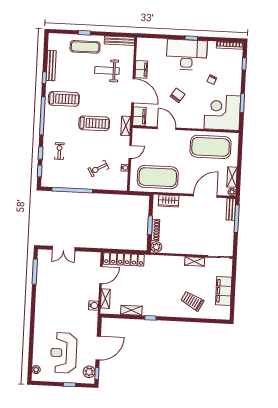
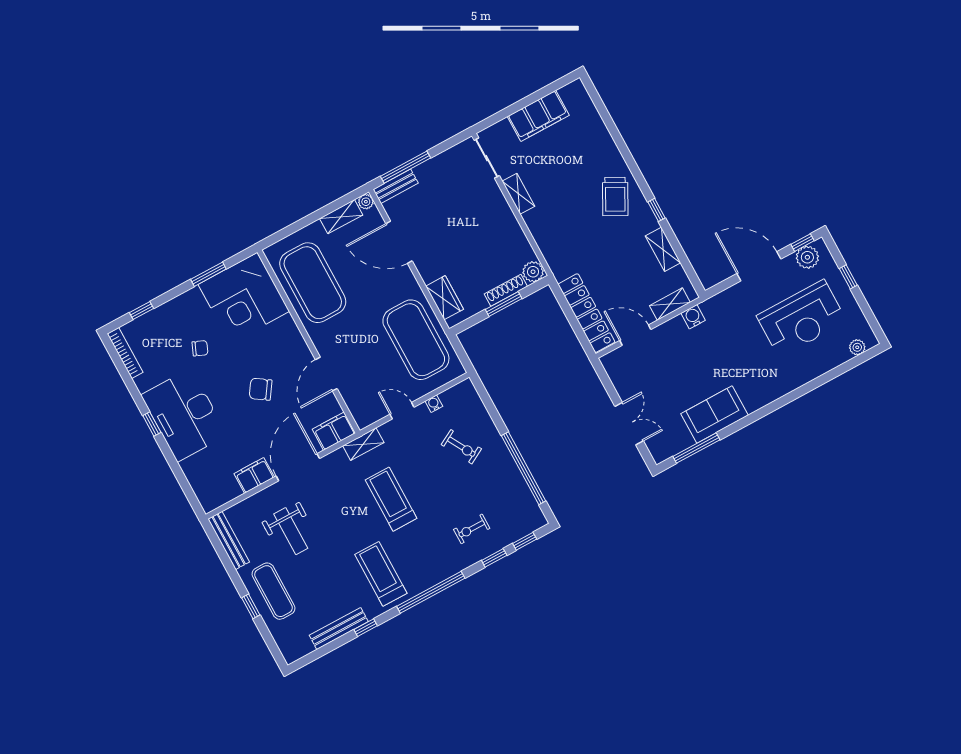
sofa: (45, 289) -> (714, 415), added
trolley: (192, 301) -> (615, 197), moved

